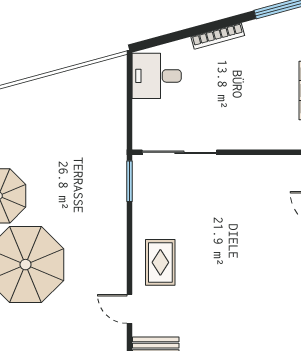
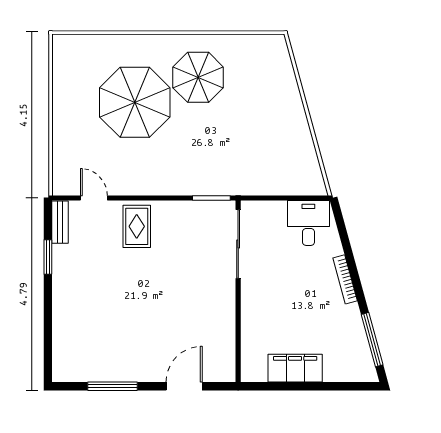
rug: (160, 262) -> (137, 226), turned 90
door: (129, 309) -> (94, 198), hinge flipped

